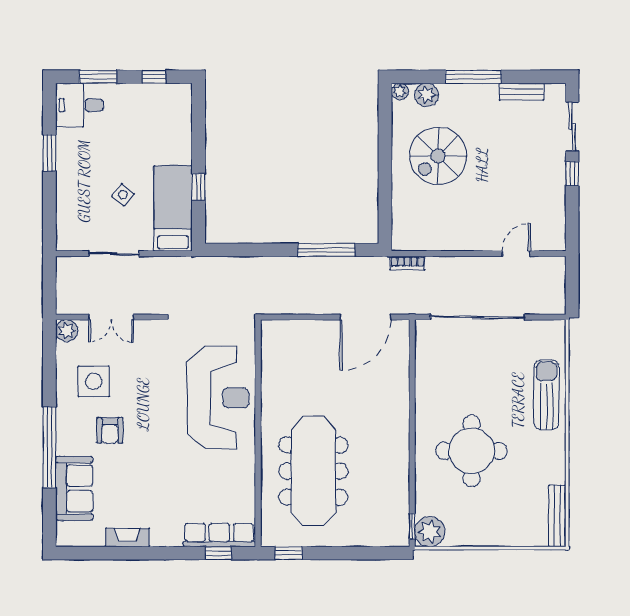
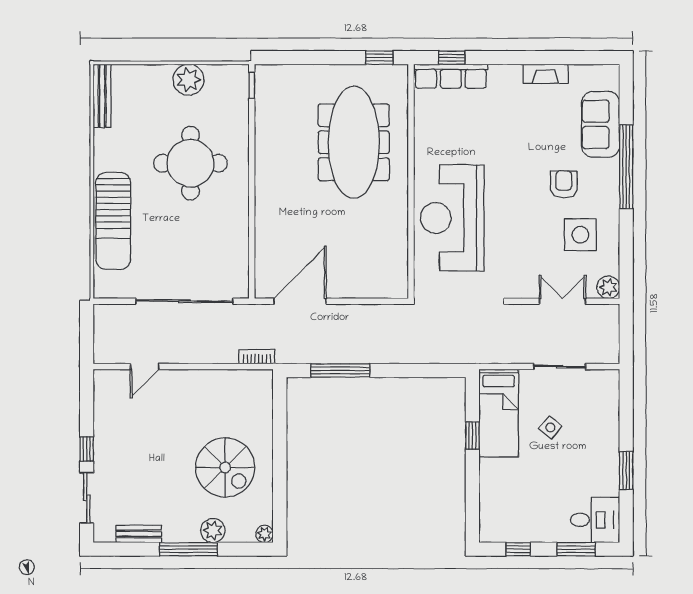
plant: (427, 95) -> (213, 531), moved
spiral stairs: (438, 156) -> (225, 468), turned 90
sun lounger: (546, 395) -> (113, 221), width x1.36, depth x1.34
plant: (430, 532) -> (189, 80), moved

